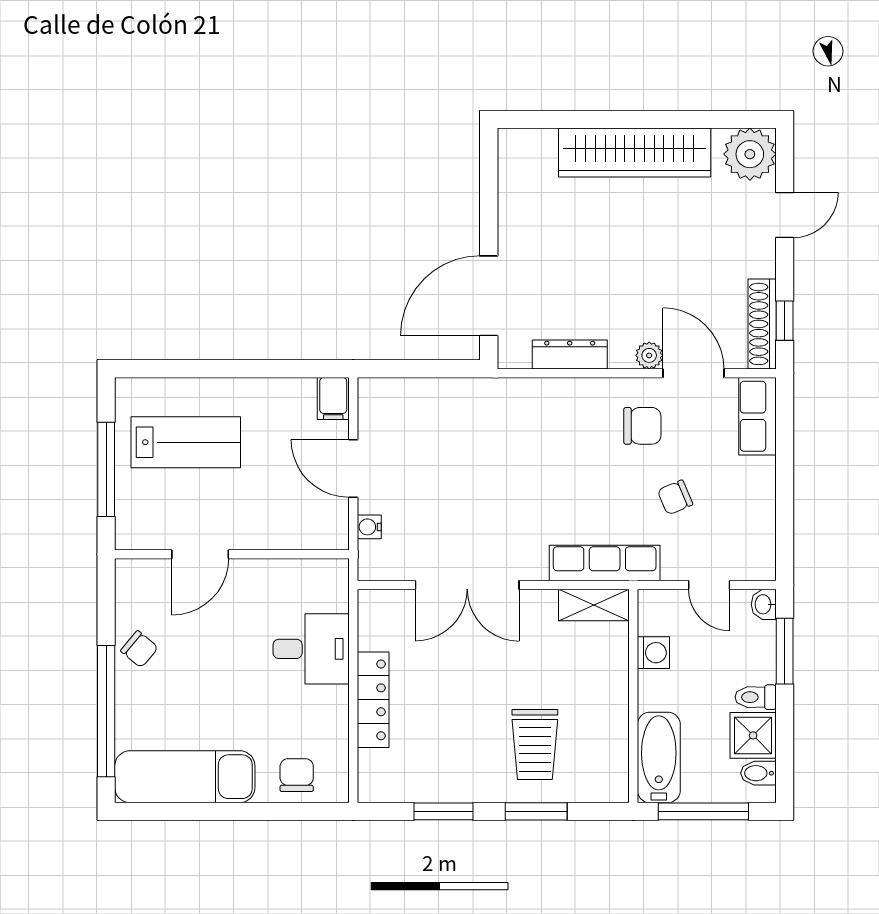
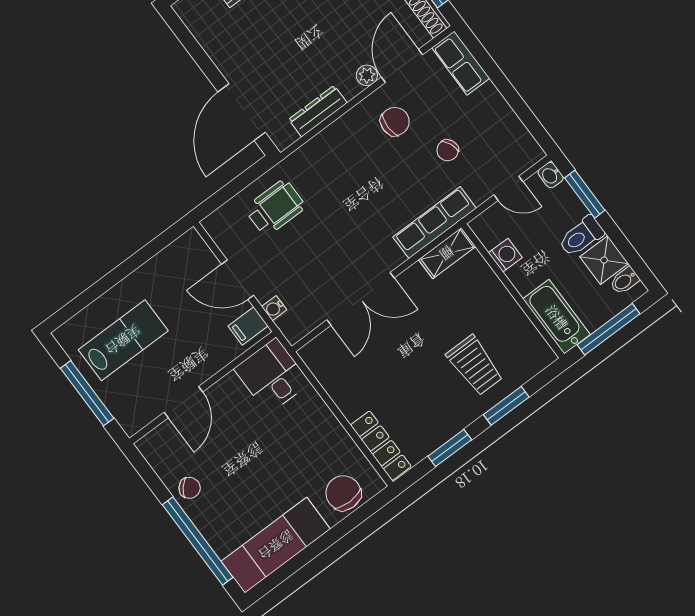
door: (693, 373) -> (402, 66), hinge flipped
filing cabinet: (333, 398) -> (248, 326), moved, turned 90
wheelchair: (449, 422) -> (275, 208), added
desk: (311, 649) -> (272, 376), moved, turned -90
toilet: (756, 697) -> (581, 236), width x1.37, depth x1.39
locker: (373, 700) -> (381, 446), moved
chair: (297, 775) -> (343, 493), width x1.37, depth x1.37

